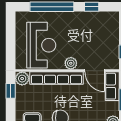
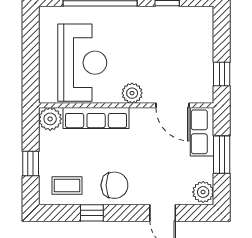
row of seats: (56, 78) -> (96, 118), width x0.73
window: (11, 91) -> (31, 164), moved

